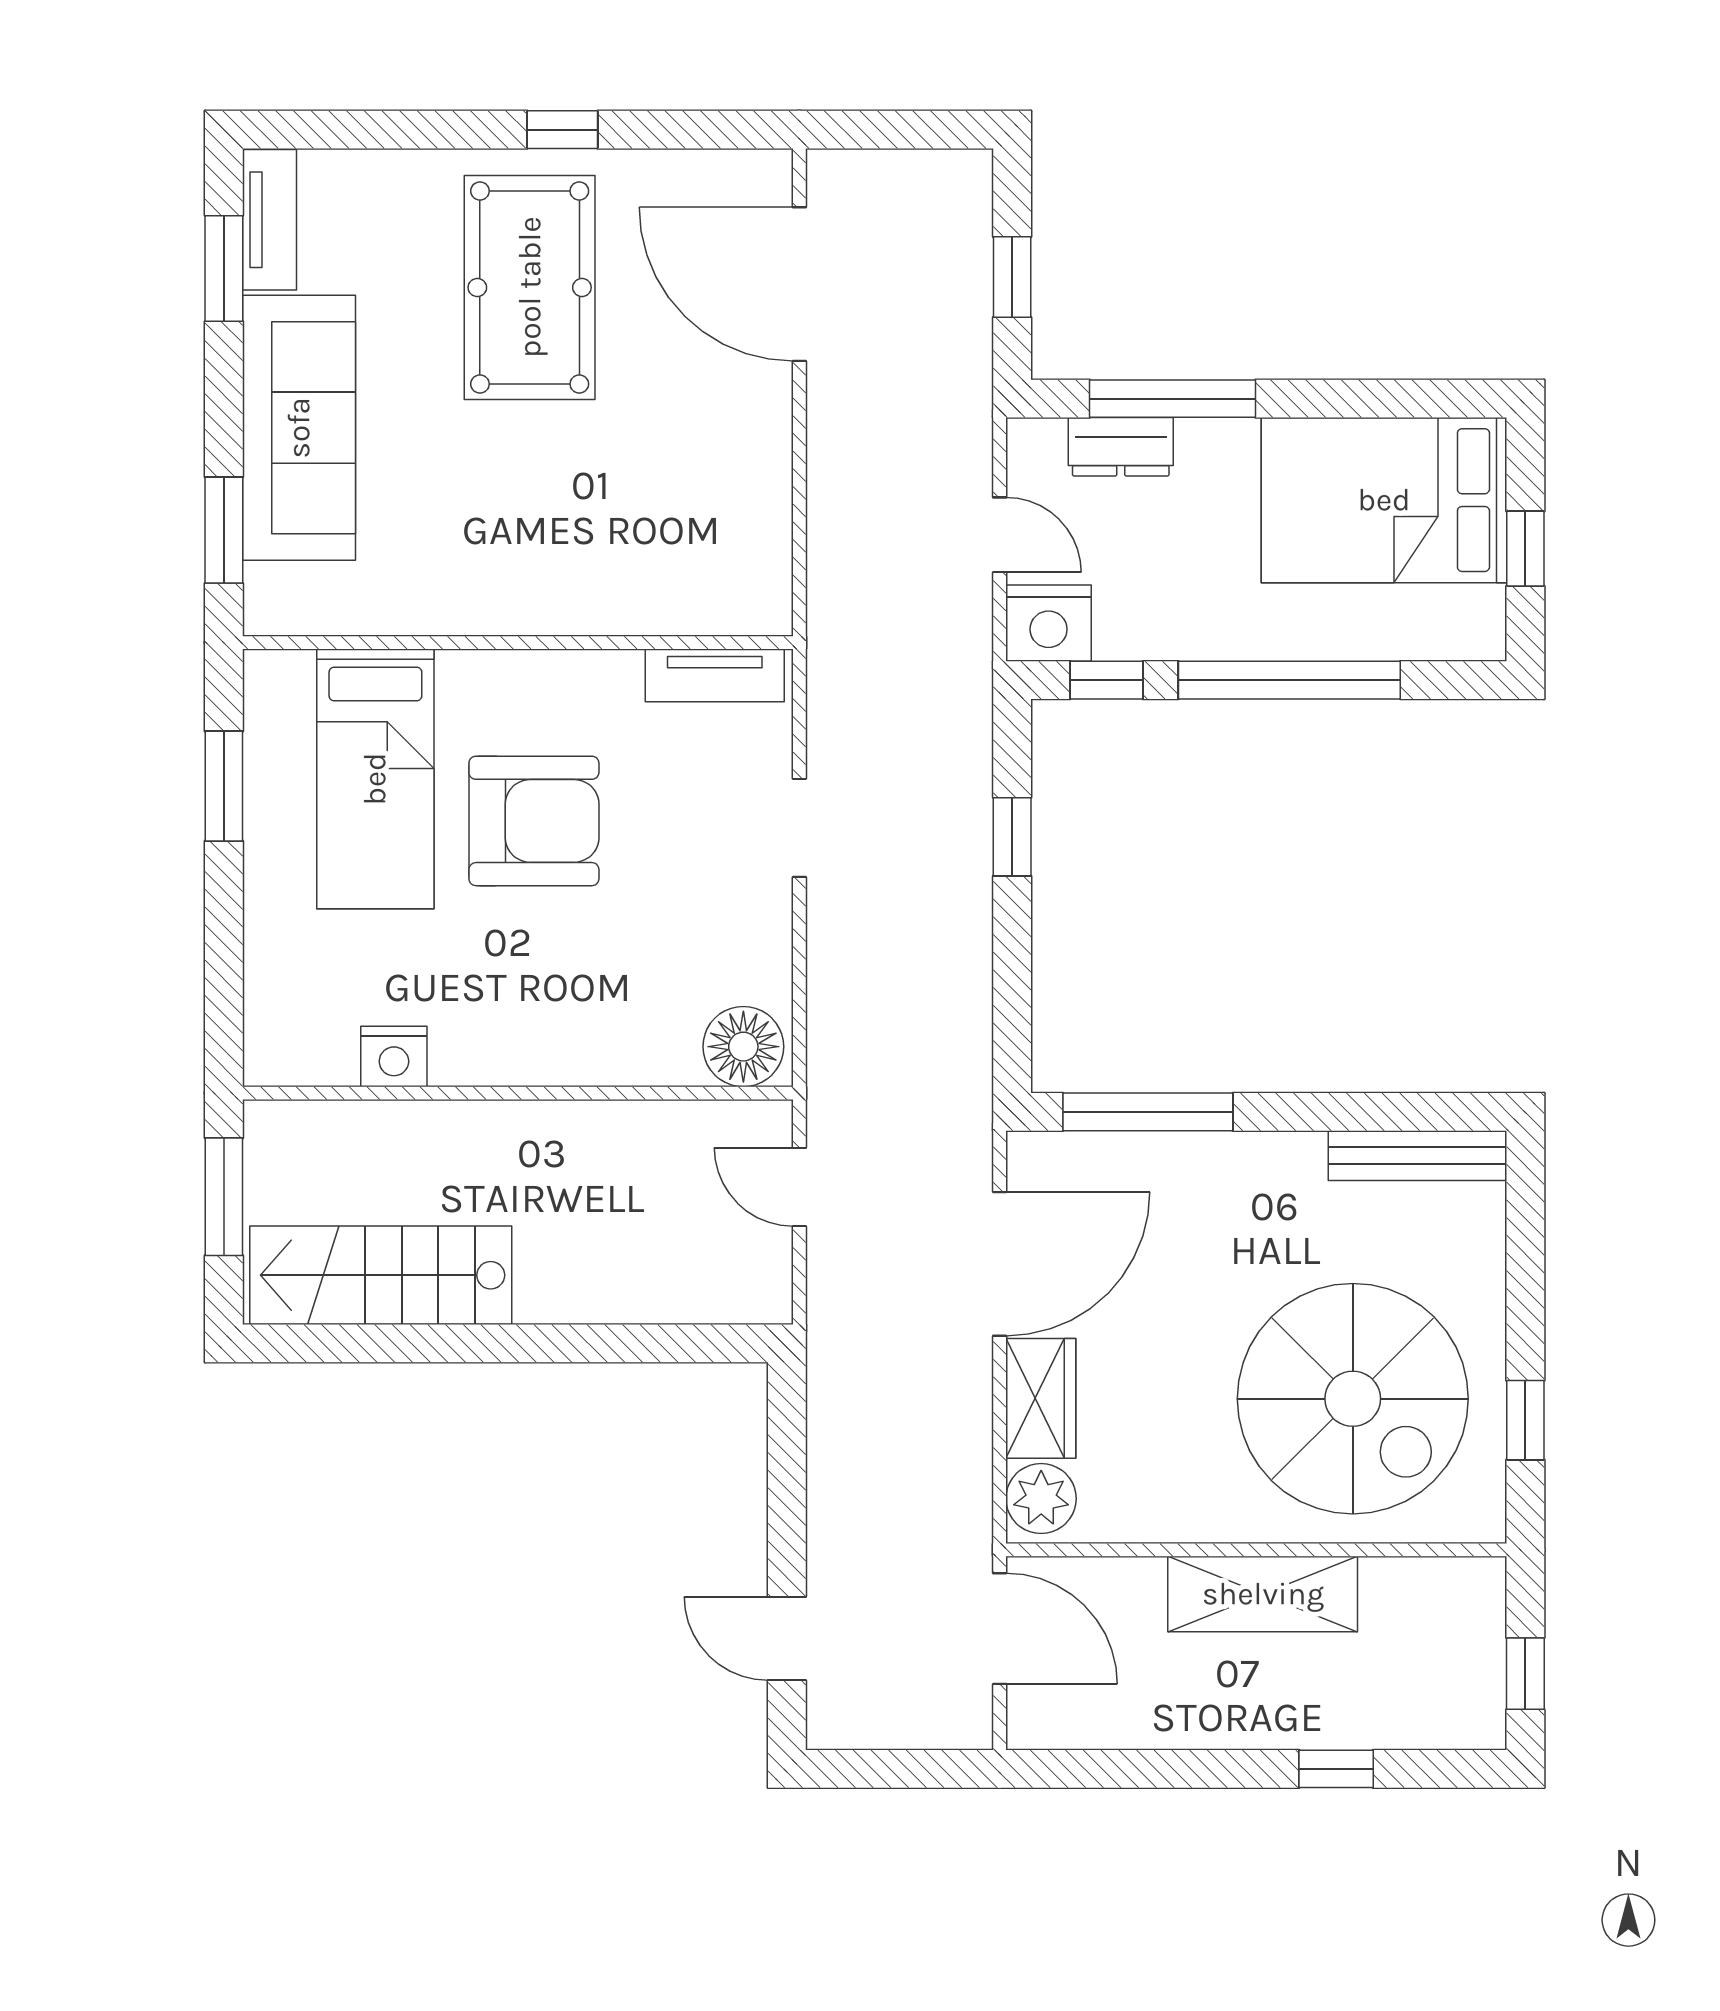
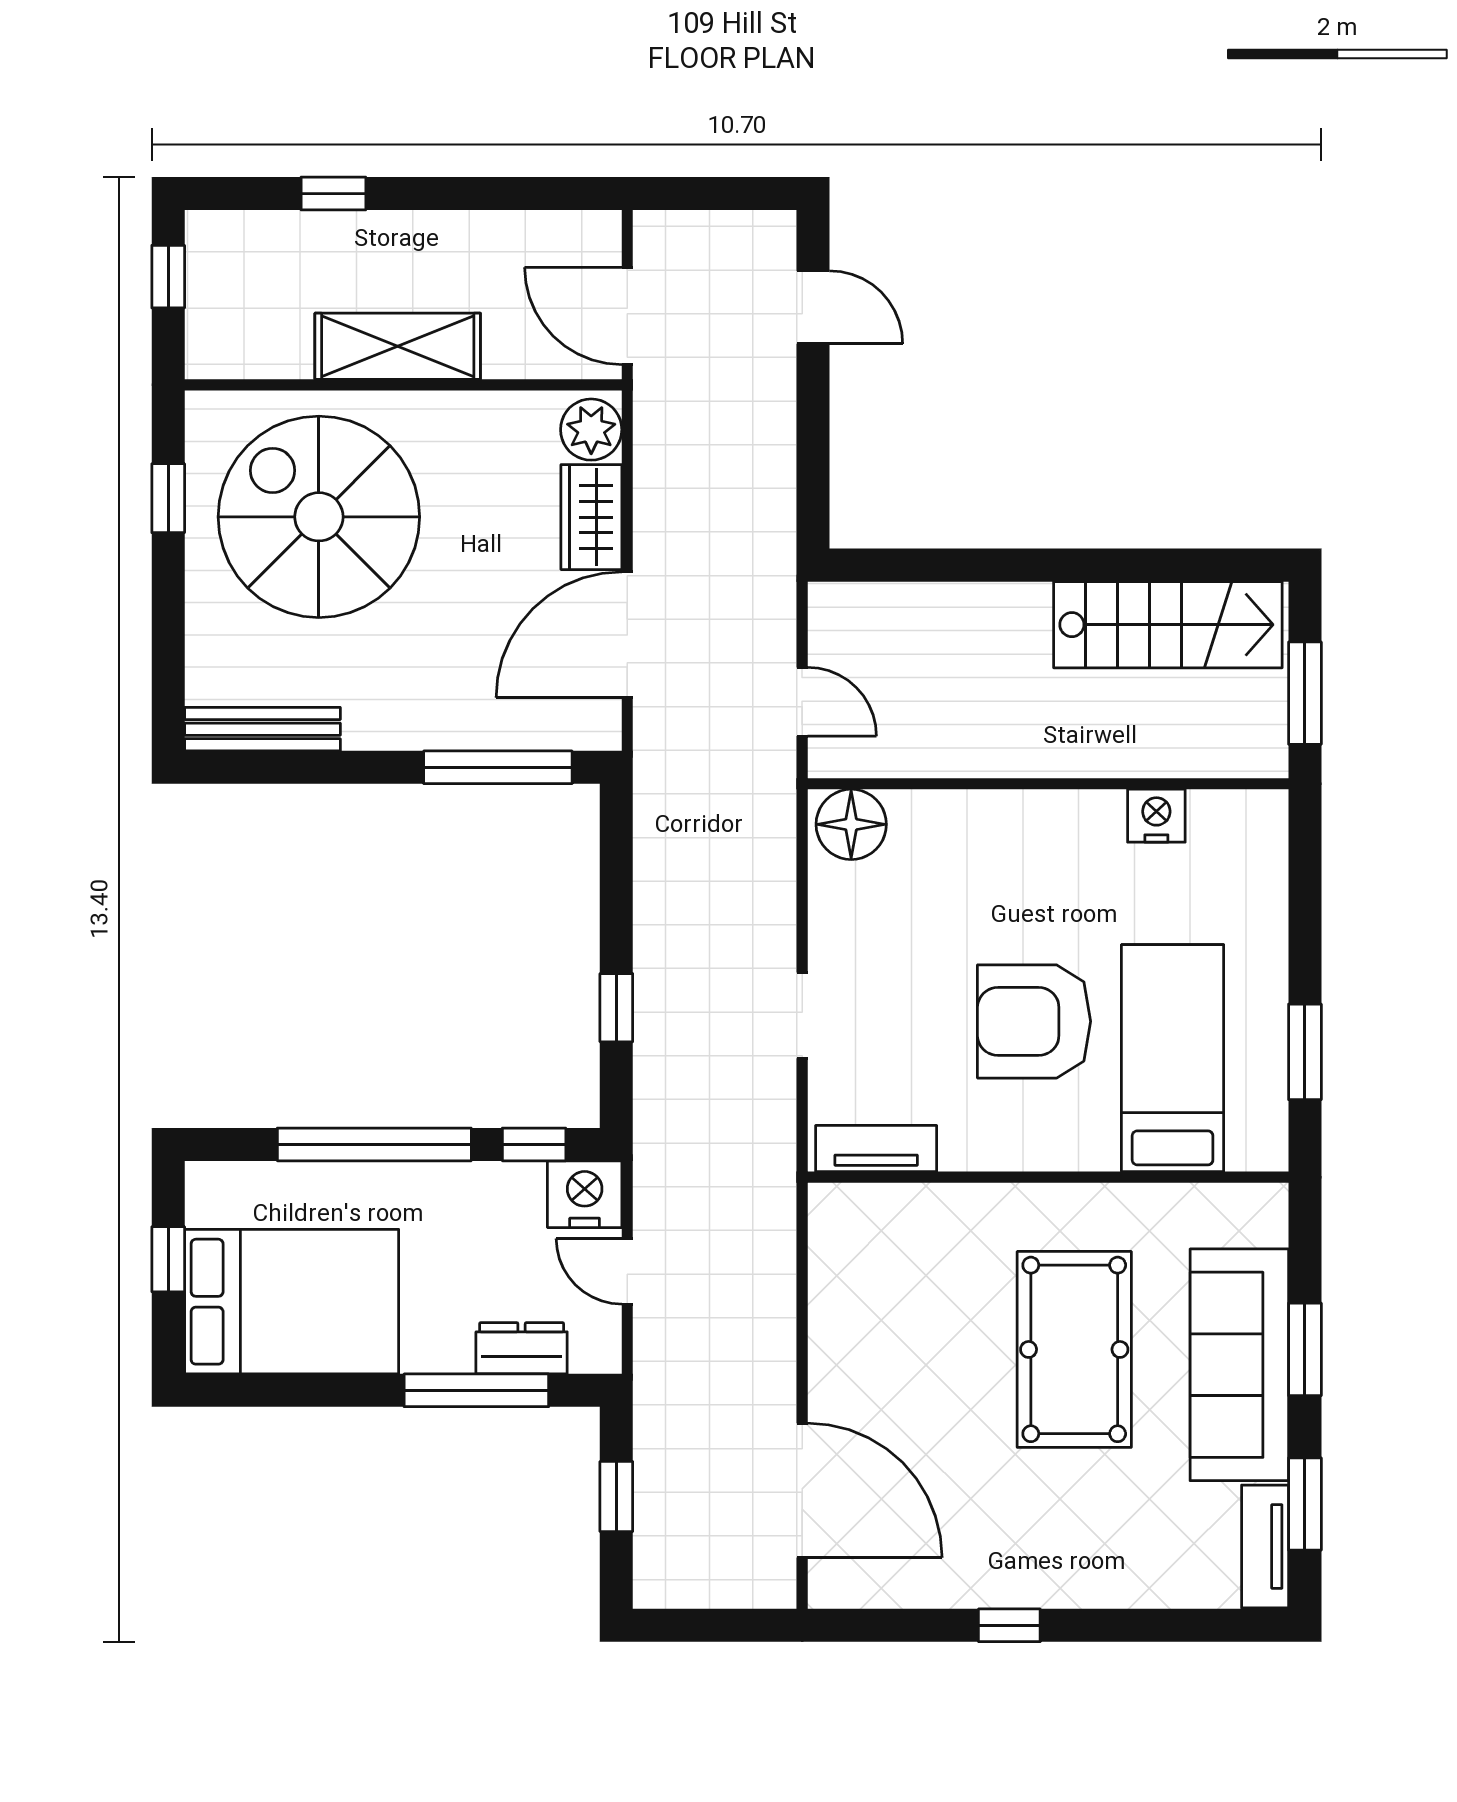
pool table: (530, 287) -> (1074, 1349), moved
window: (224, 530) -> (1305, 1349), moved

